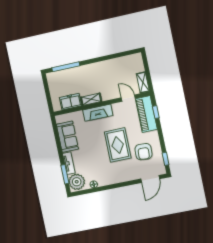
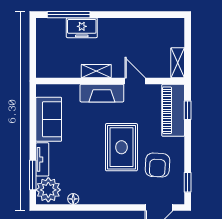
door: (128, 98) -> (135, 81), moved
freezer: (70, 102) -> (82, 28), moved, turned 180

